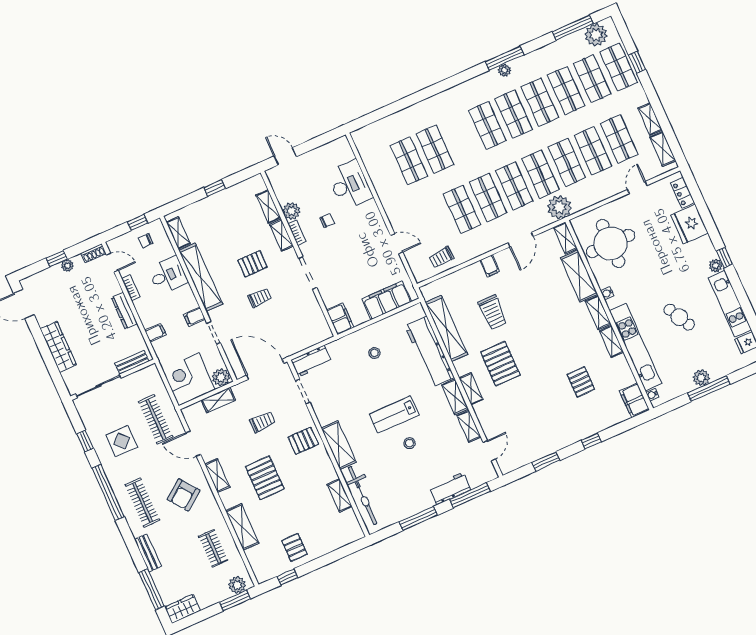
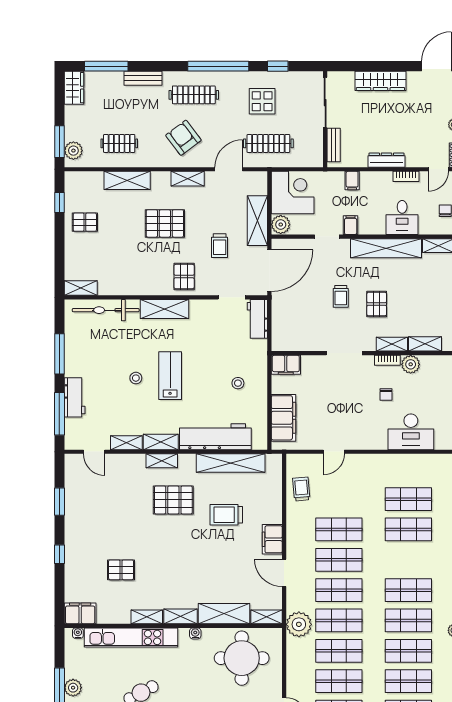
filing cabinet: (490, 266) -> (272, 539), width x2.00
shelving: (218, 400) -> (257, 221), width x1.50, depth x1.33
shelving: (340, 496) -> (81, 288), moved

